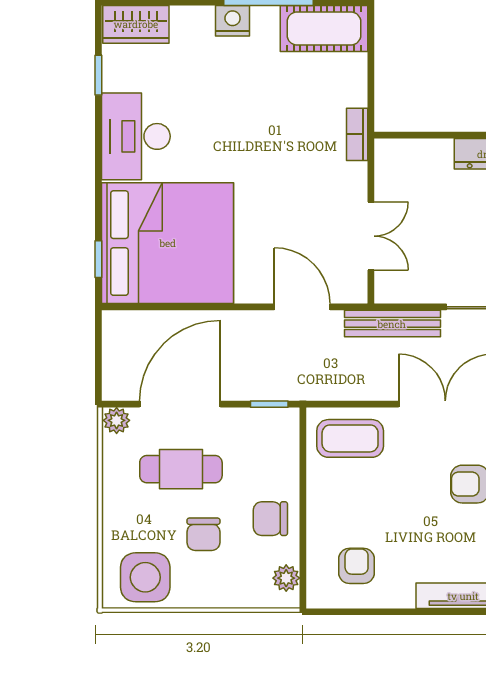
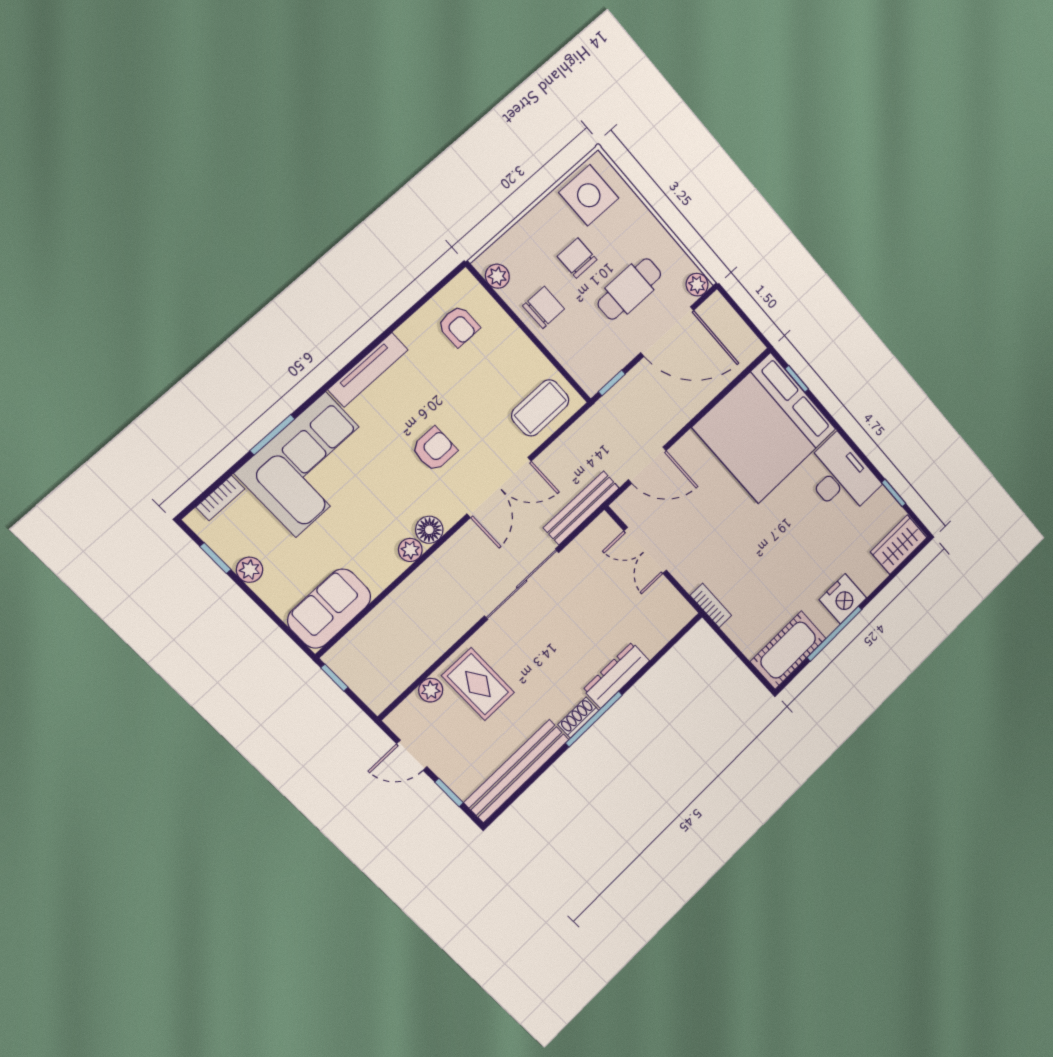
nightstand: (233, 21) -> (843, 599), width x1.36, depth x1.33
door: (180, 404) -> (667, 331), hinge flipped

